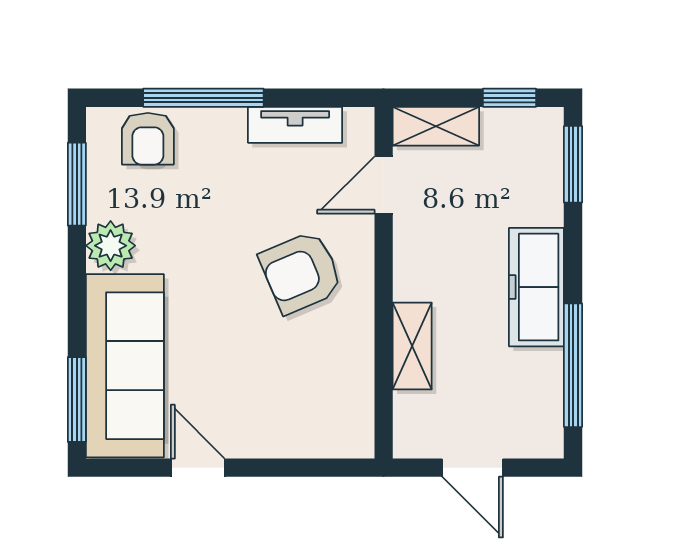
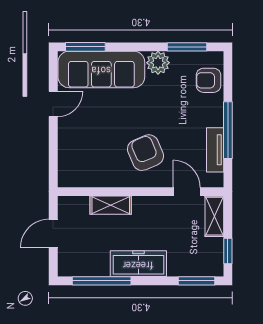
window: (203, 98) -> (228, 130), moved

